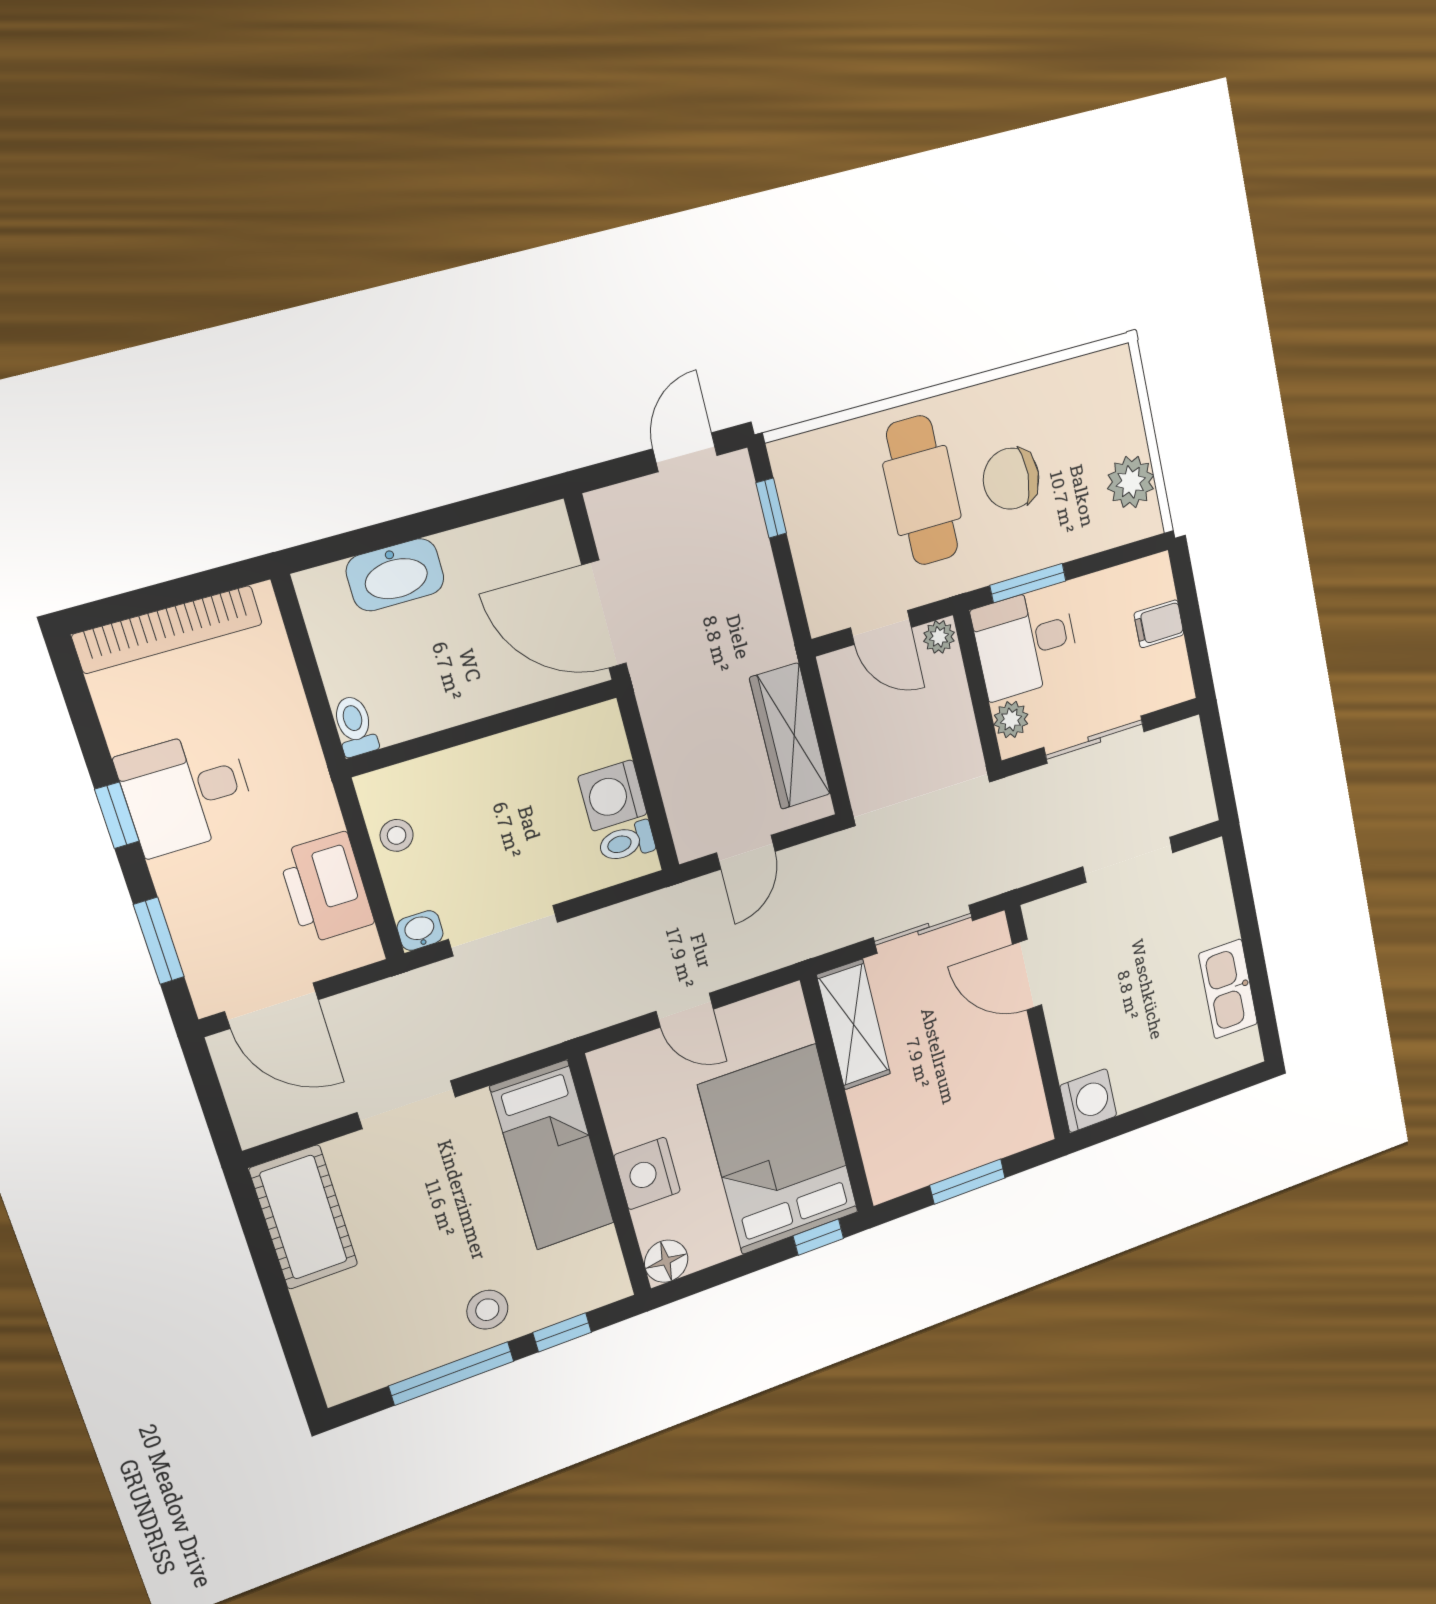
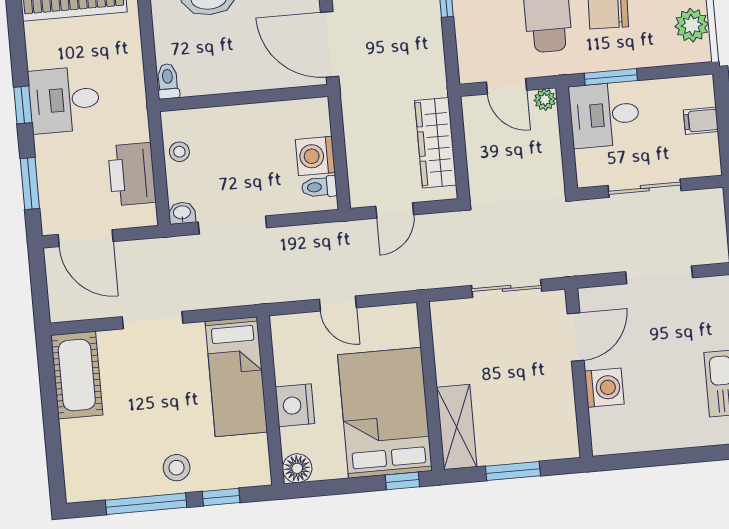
plant: (1011, 720) -> (587, 163), removed
door: (1027, 975) -> (576, 337), swing flipped
shelving: (854, 1025) -> (457, 427), moved
washing machine: (1088, 1101) -> (604, 388), moved

